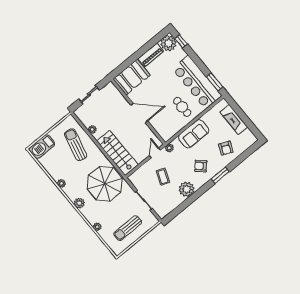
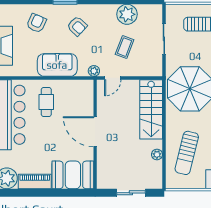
plant: (187, 189) -> (127, 14), moved

